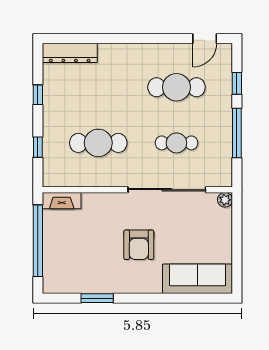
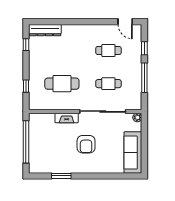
door: (205, 39) -> (125, 22), hinge flipped
cafe table: (176, 87) -> (108, 51), width x0.73, depth x0.74
window: (38, 95) -> (26, 45), moved
fireplace: (62, 201) -> (67, 118), moved
sofa: (198, 279) -> (133, 153), moved, turned -90

